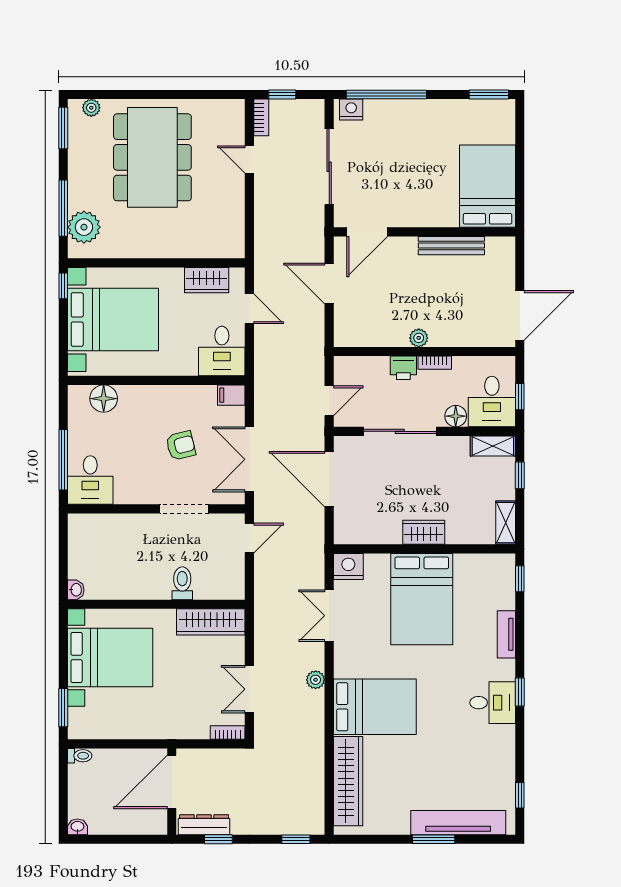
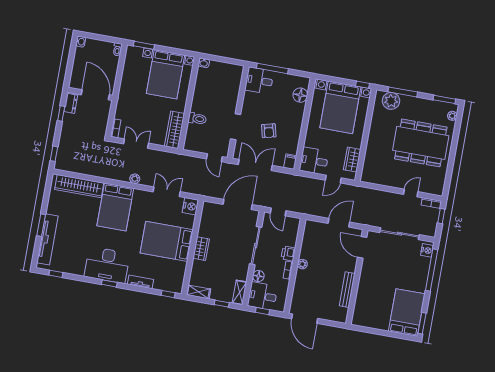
bed: (488, 186) -> (407, 313), moved, turned -90
desk: (493, 703) -> (107, 265), width x1.87, depth x1.30
dresser: (204, 825) -> (71, 103), width x0.70

